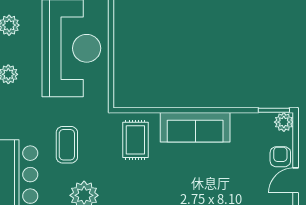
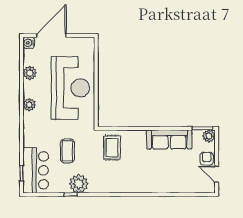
sofa: (195, 127) -> (169, 139), moved
door: (296, 180) -> (217, 174), hinge flipped

